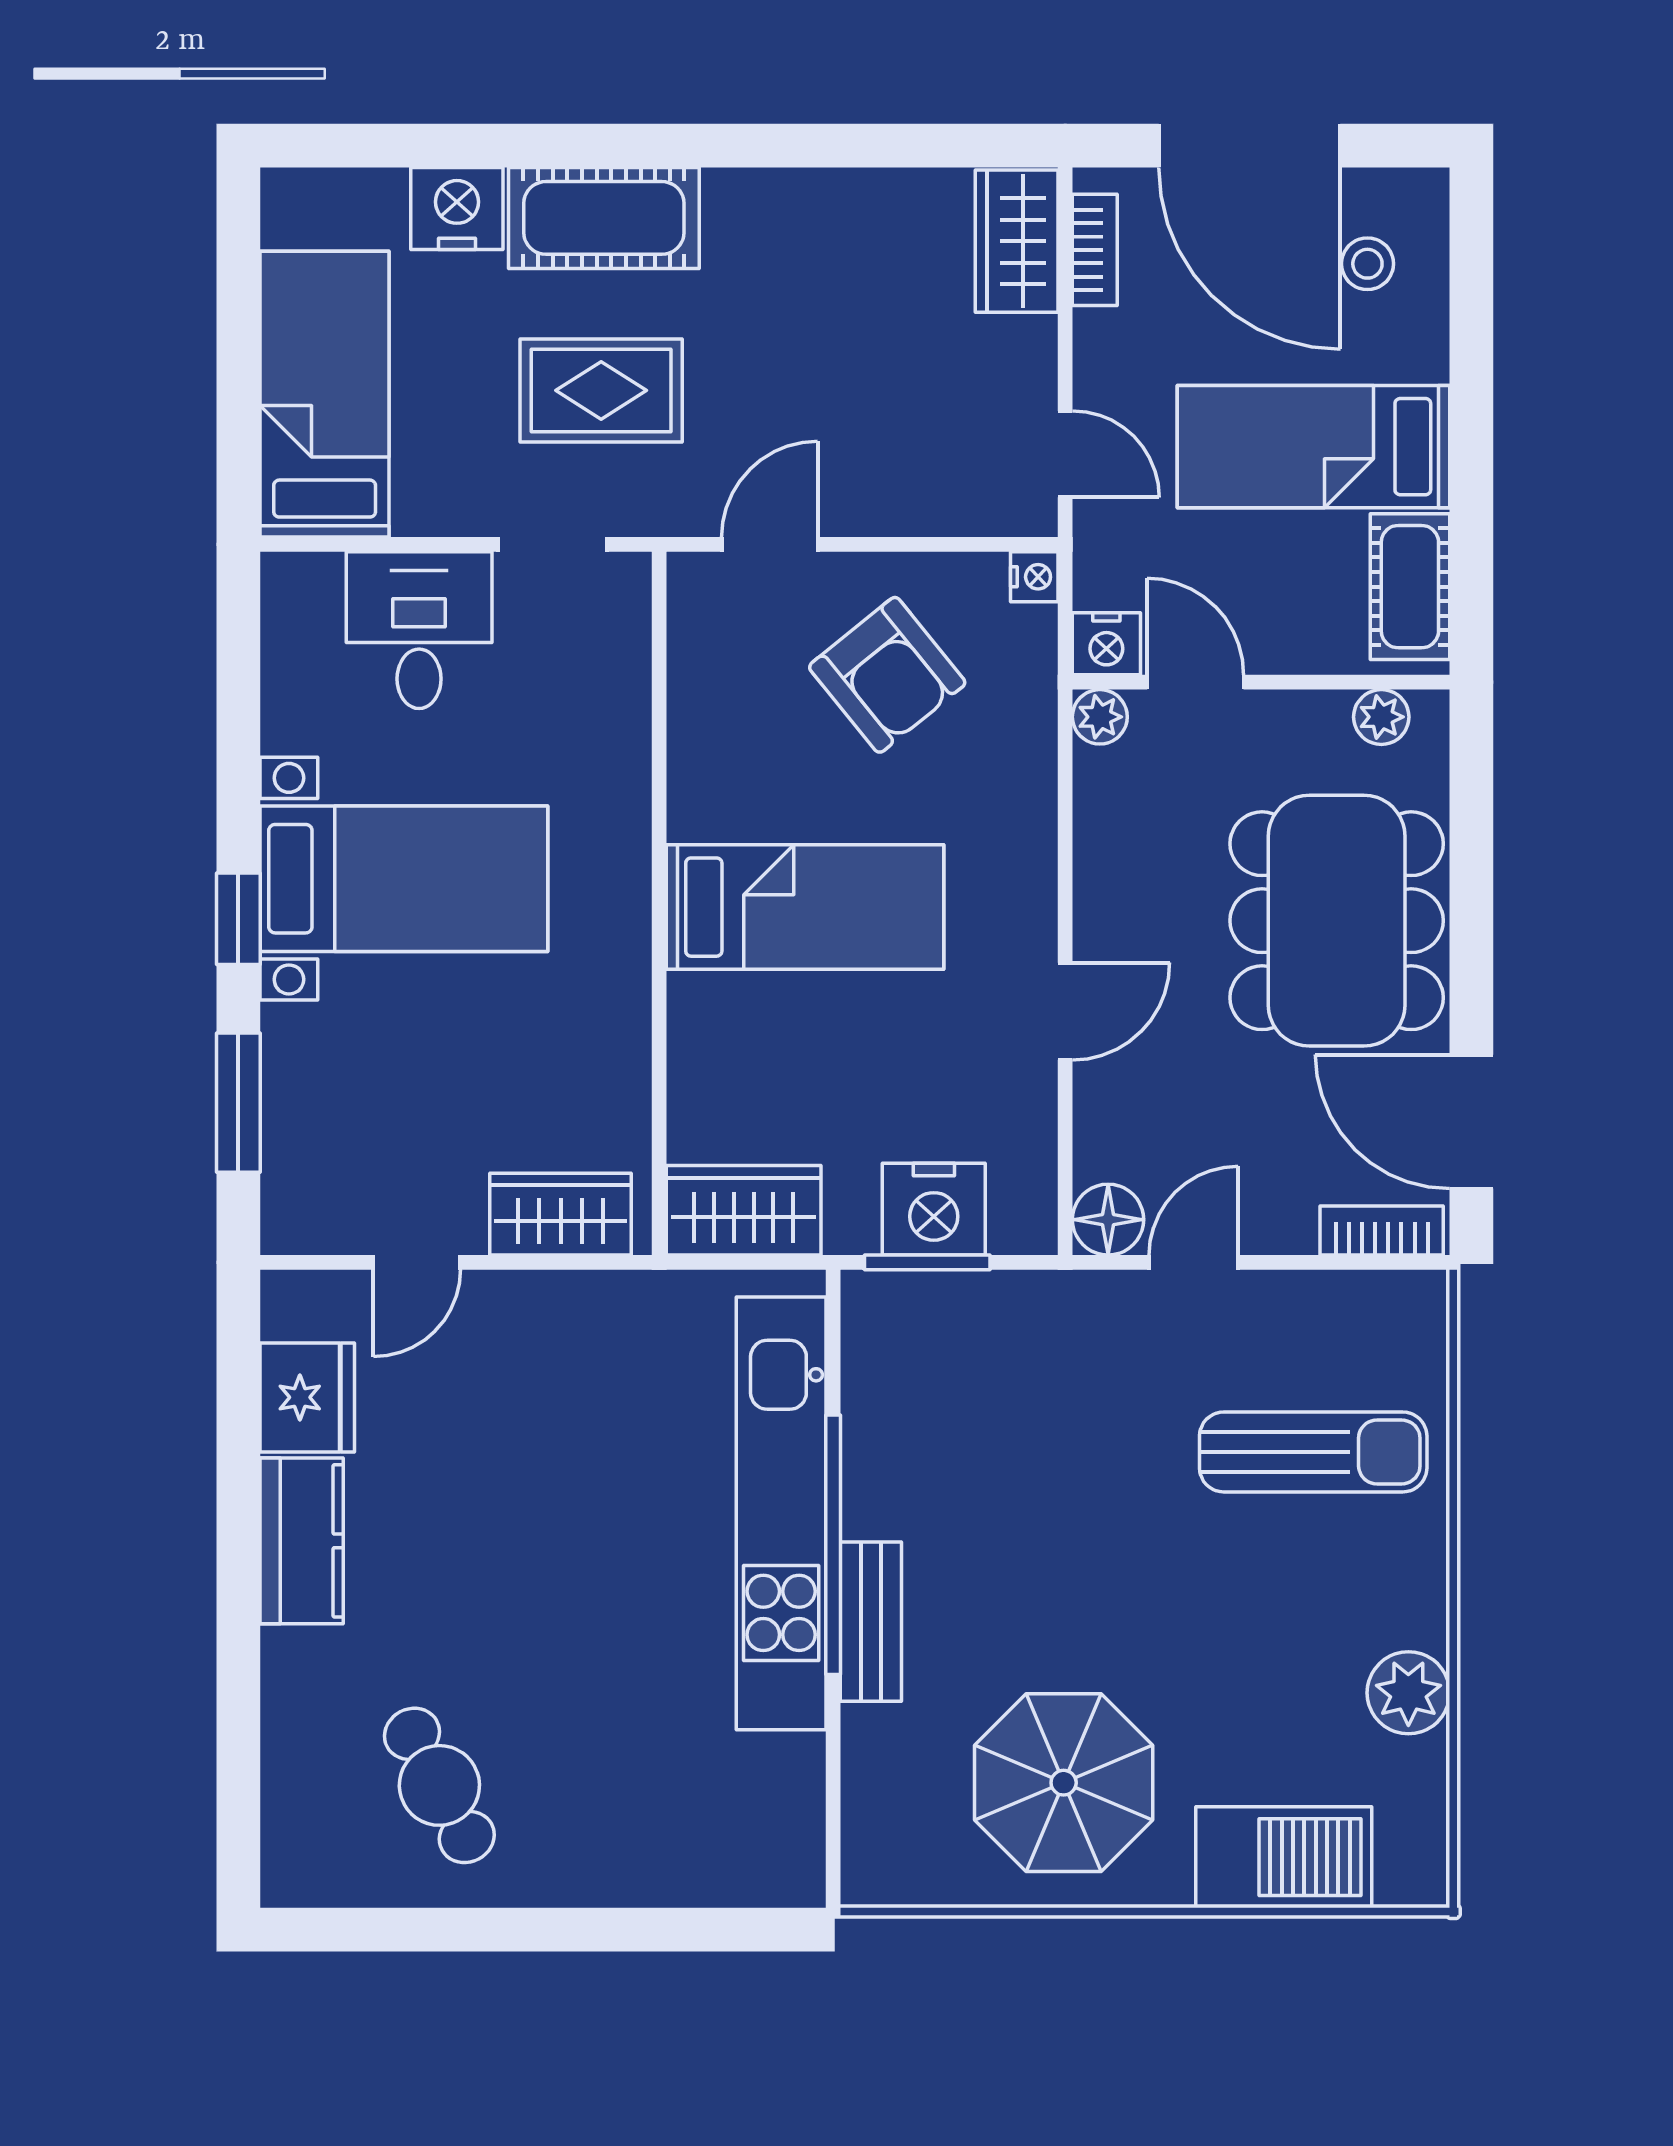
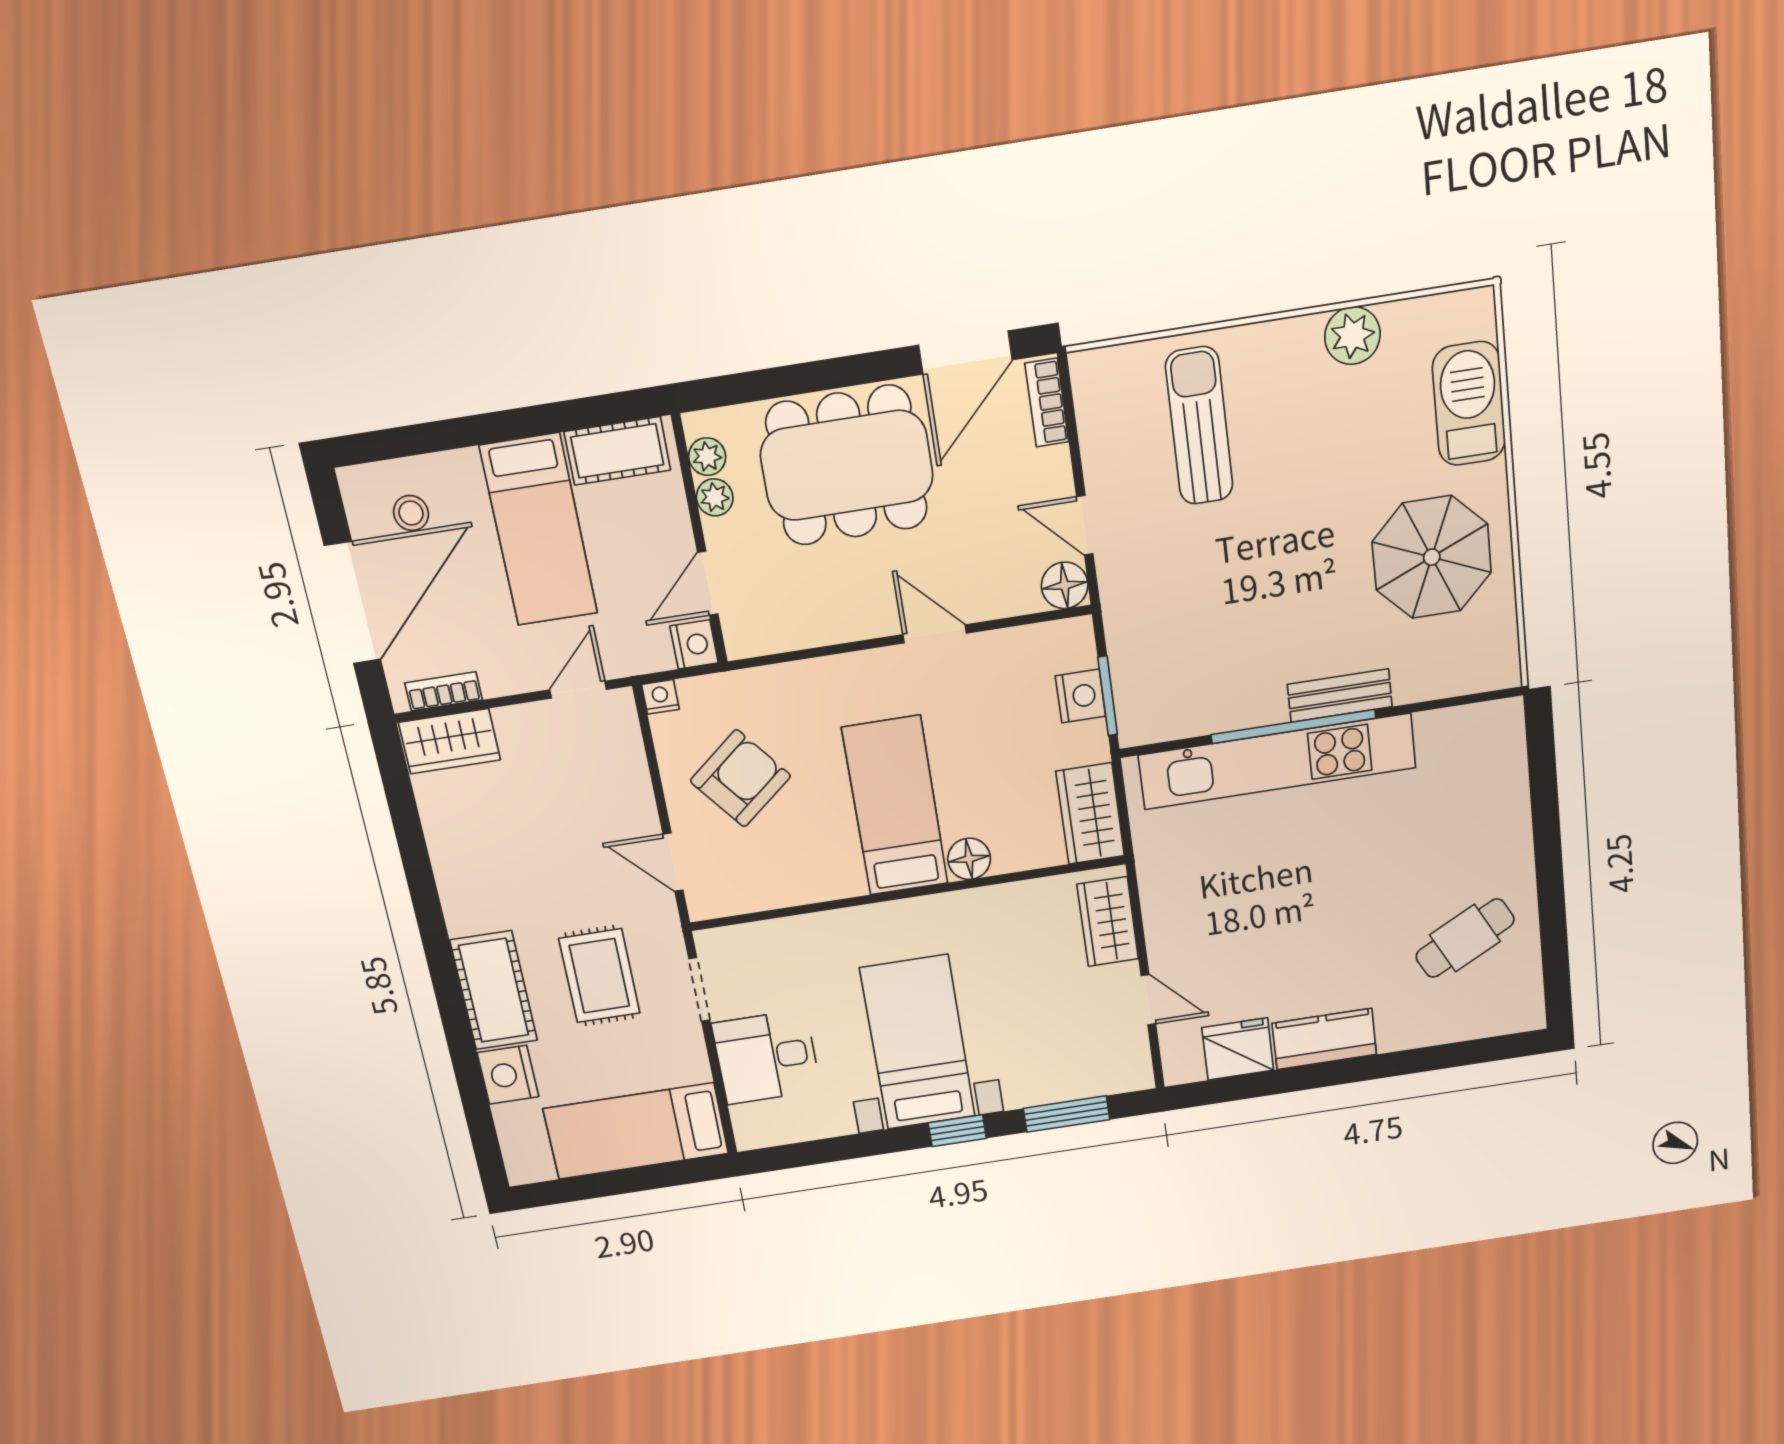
plant: (1100, 717) -> (715, 497), moved
floor lamp: (700, 1009) -> (969, 859), added
nightstand: (934, 1209) -> (1080, 696), width x0.74, depth x0.75

